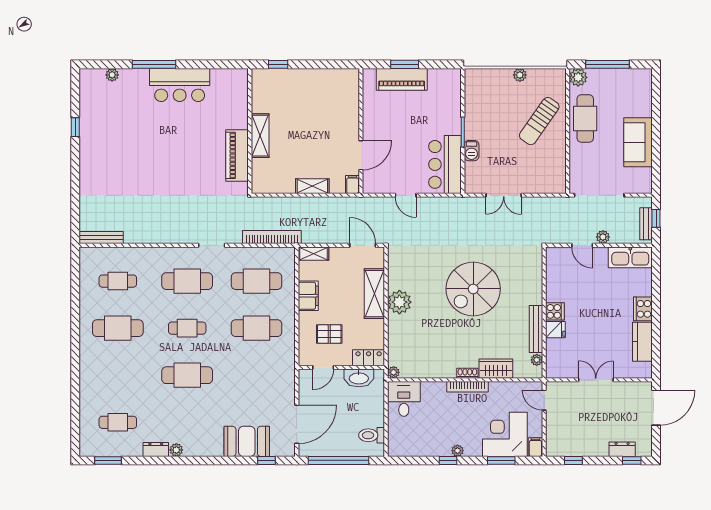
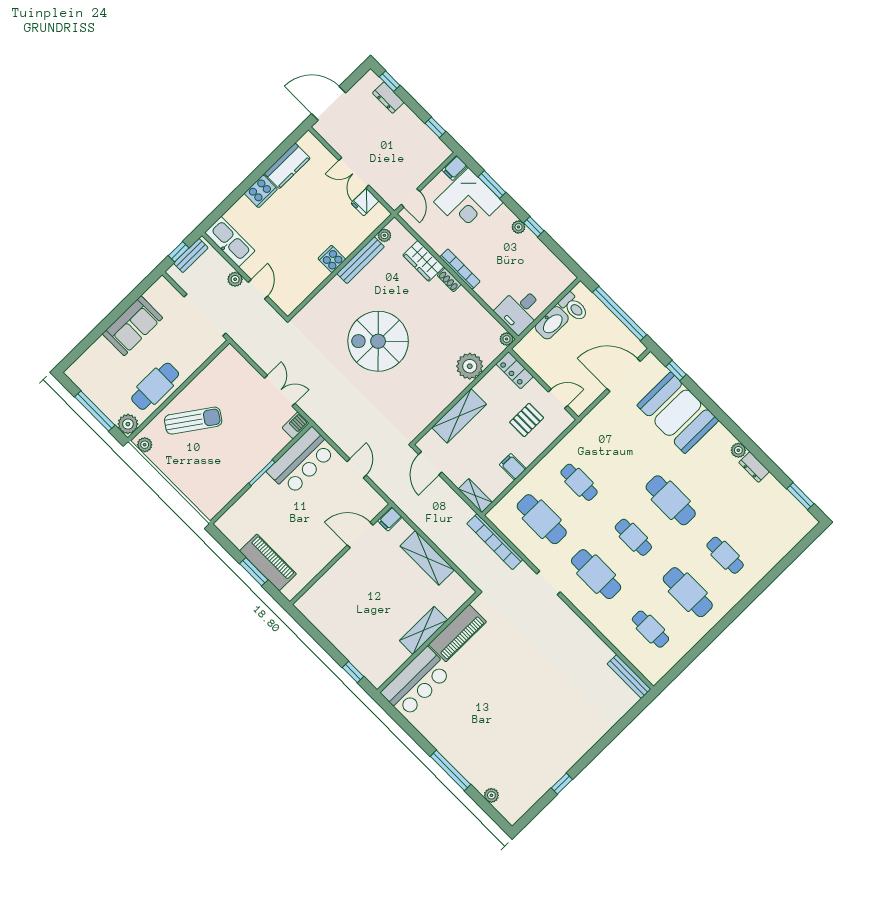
plant: (520, 75) -> (145, 445), moved
bar counter: (180, 85) -> (416, 682), moved, turned 90
barbecue: (472, 151) -> (296, 425), moved
shelving: (312, 186) -> (427, 558), width x1.50, depth x1.33
spiral stairs: (473, 289) -> (378, 341), turned 180
filing cabinet: (308, 296) -> (513, 467), width x0.50
plant: (399, 302) -> (470, 366), moved
cafe table: (256, 328) -> (579, 482), width x0.73, depth x0.74
fridge: (555, 330) -> (365, 202), moved, turned -90
pallet: (329, 334) -> (527, 420), turned 90
washbasin: (359, 378) -> (552, 323), moved, turned 90
cafe table: (118, 422) -> (725, 555), moved
booth: (247, 441) -> (678, 413), width x1.36, depth x1.42

